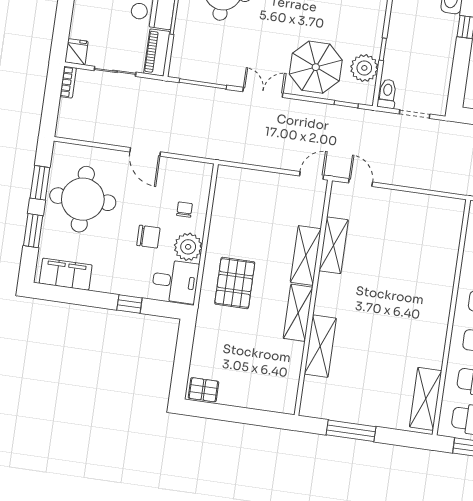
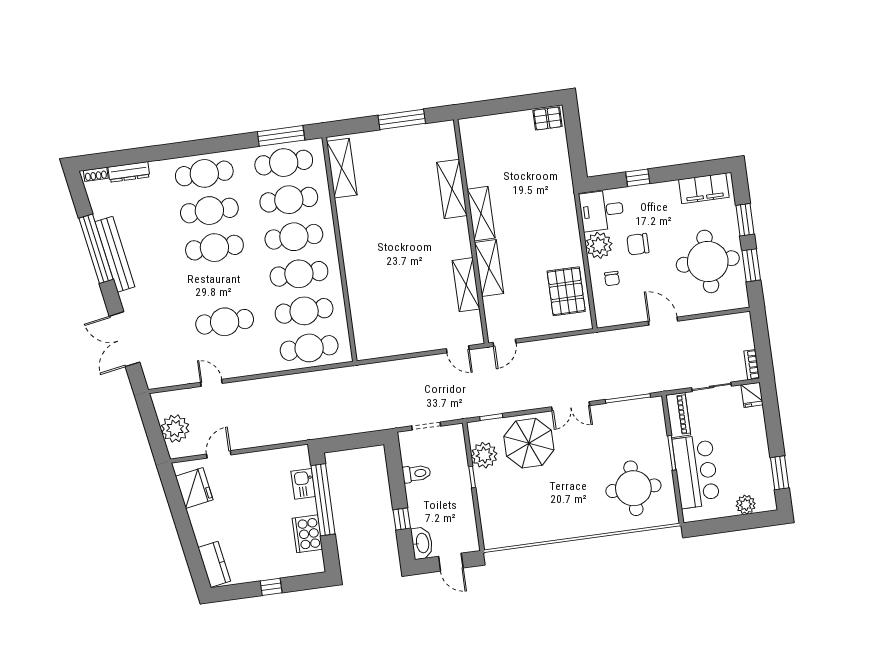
toilet: (387, 94) -> (417, 474), moved, turned -90
pallet: (235, 283) -> (566, 291), moved

